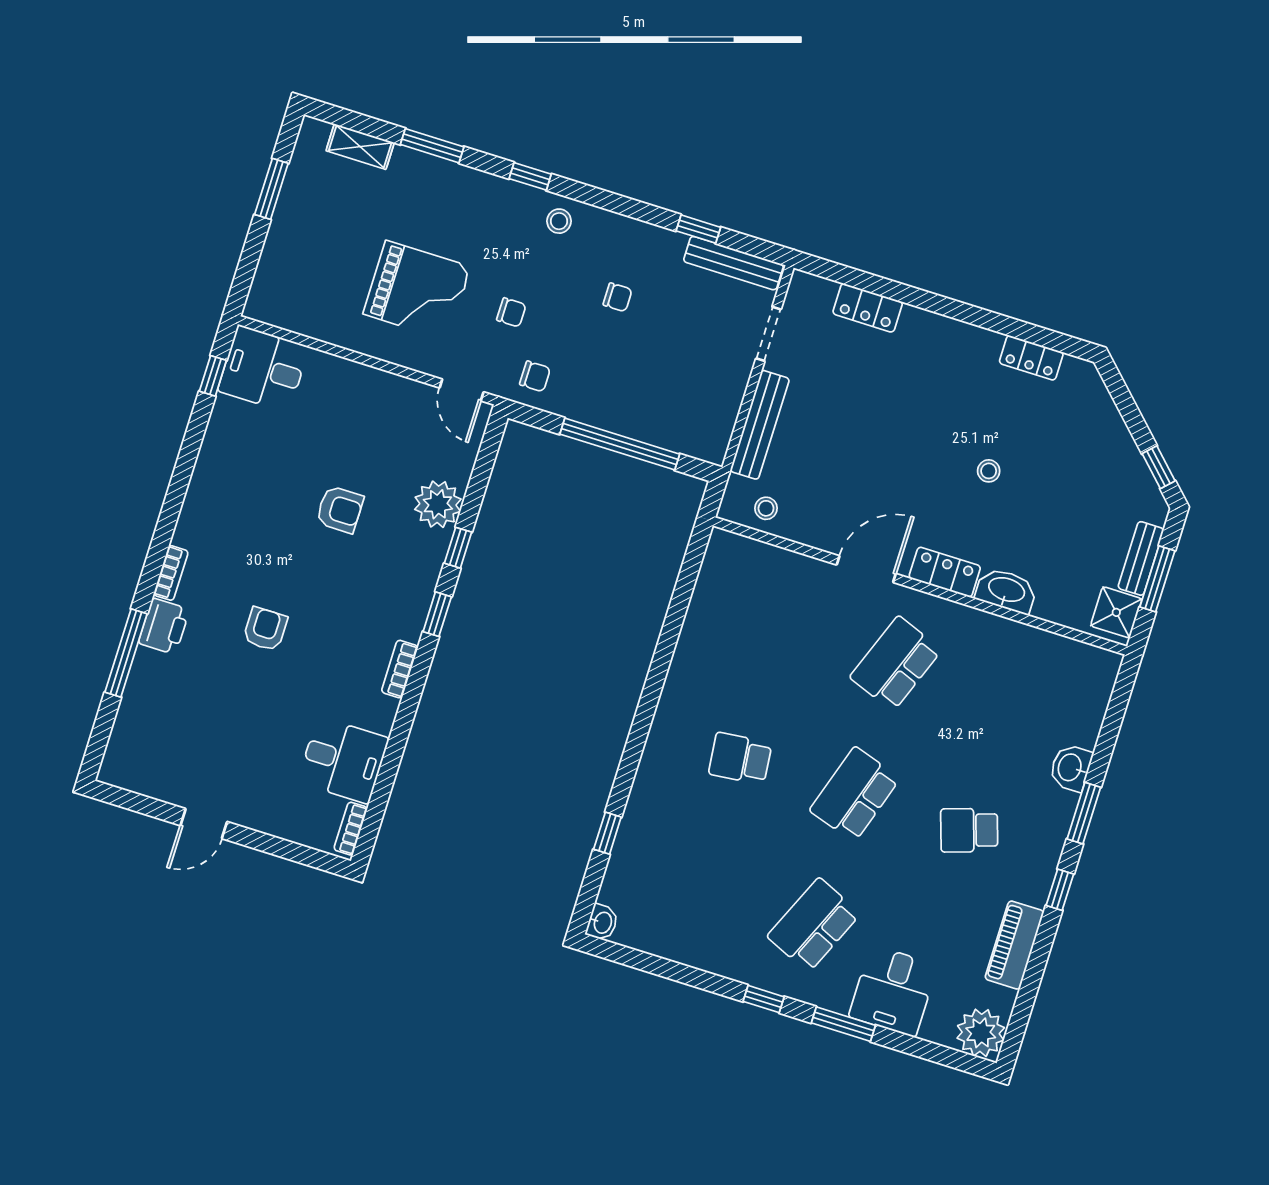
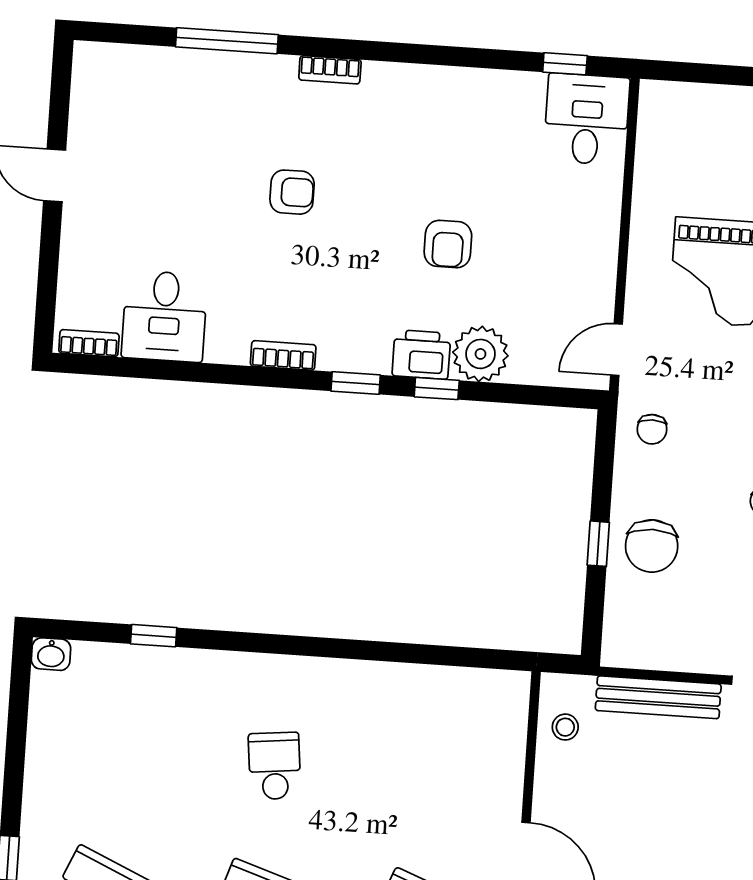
chair: (511, 312) -> (652, 546), moved, width x1.87, depth x1.87
window: (620, 444) -> (598, 544), width x0.32
printer: (164, 626) -> (421, 355), moved, turned 180

